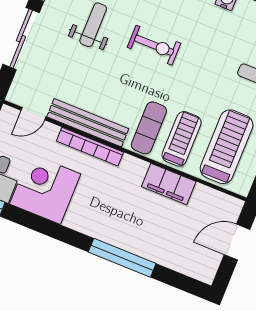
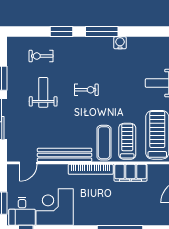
exercise bike: (154, 45) -> (86, 90), width x0.73, depth x0.72
bookcase: (90, 147) -> (91, 169), moved

